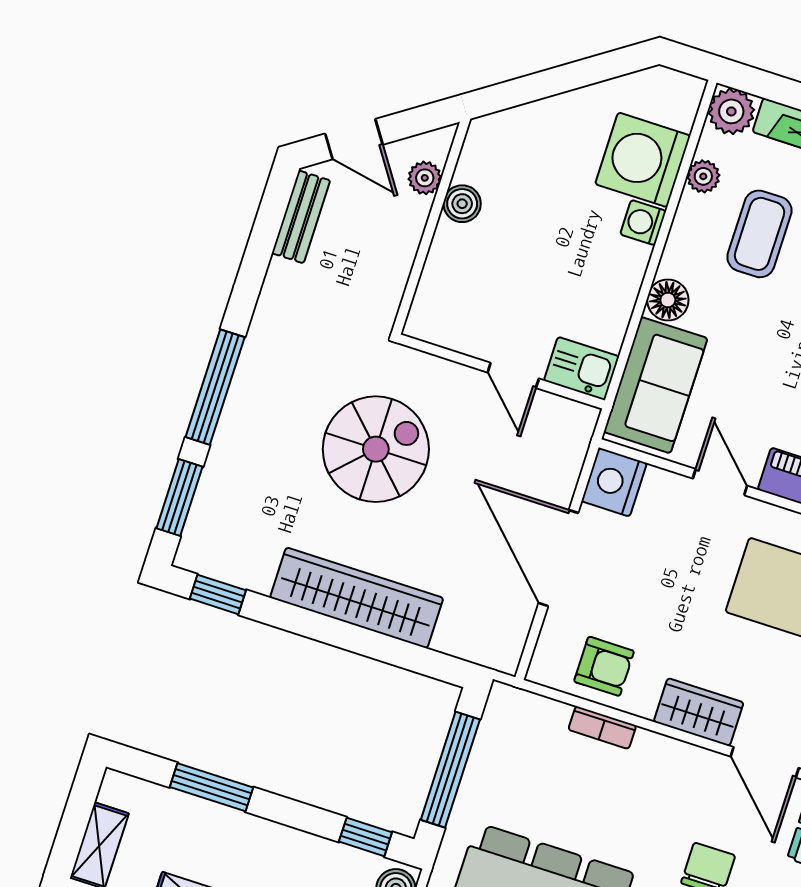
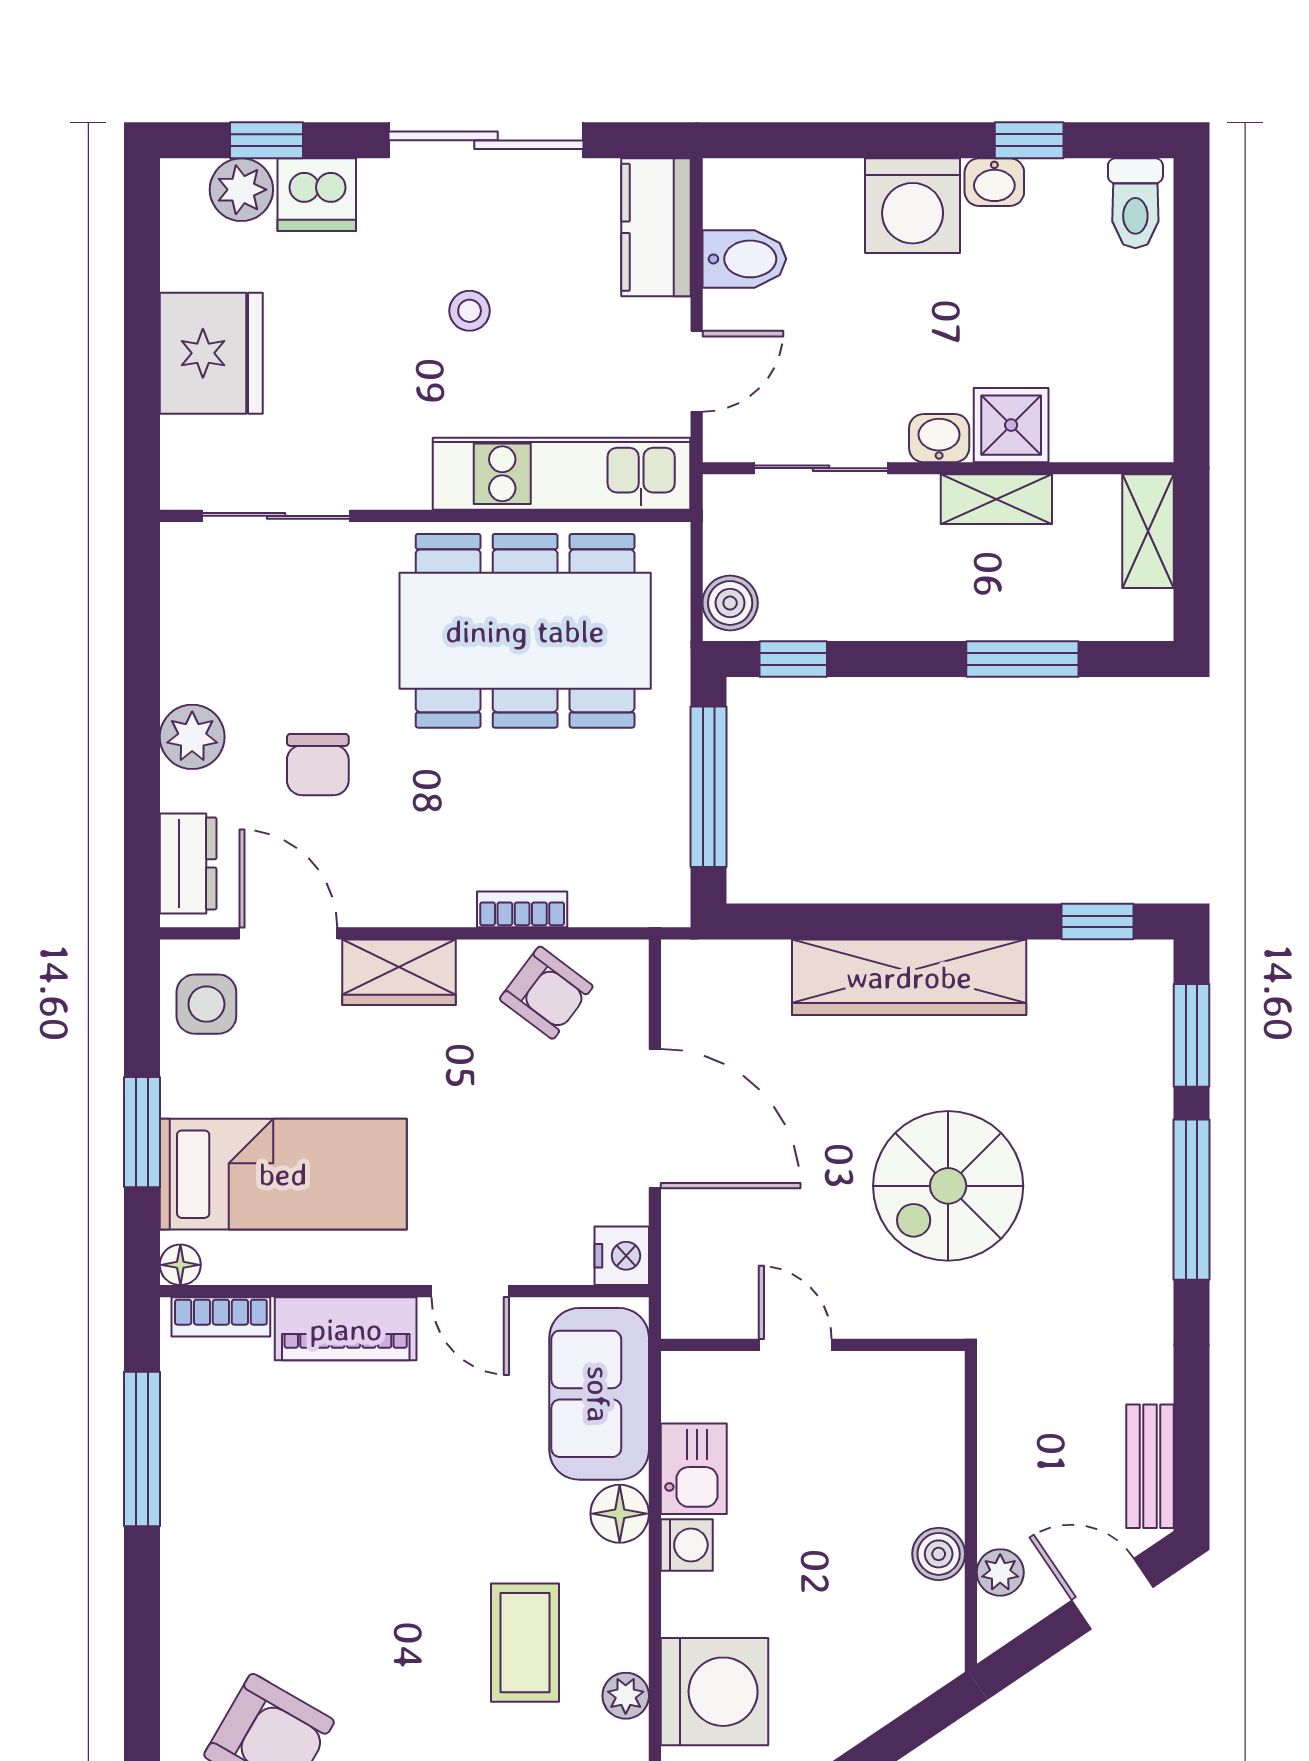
washing machine: (643, 223) -> (687, 1545), moved
kitchen sink: (581, 369) -> (694, 1469), moved, turned -90
nightstand: (614, 482) -> (622, 1256), width x0.74, depth x0.75
armchair: (604, 666) -> (546, 993), turned -143

